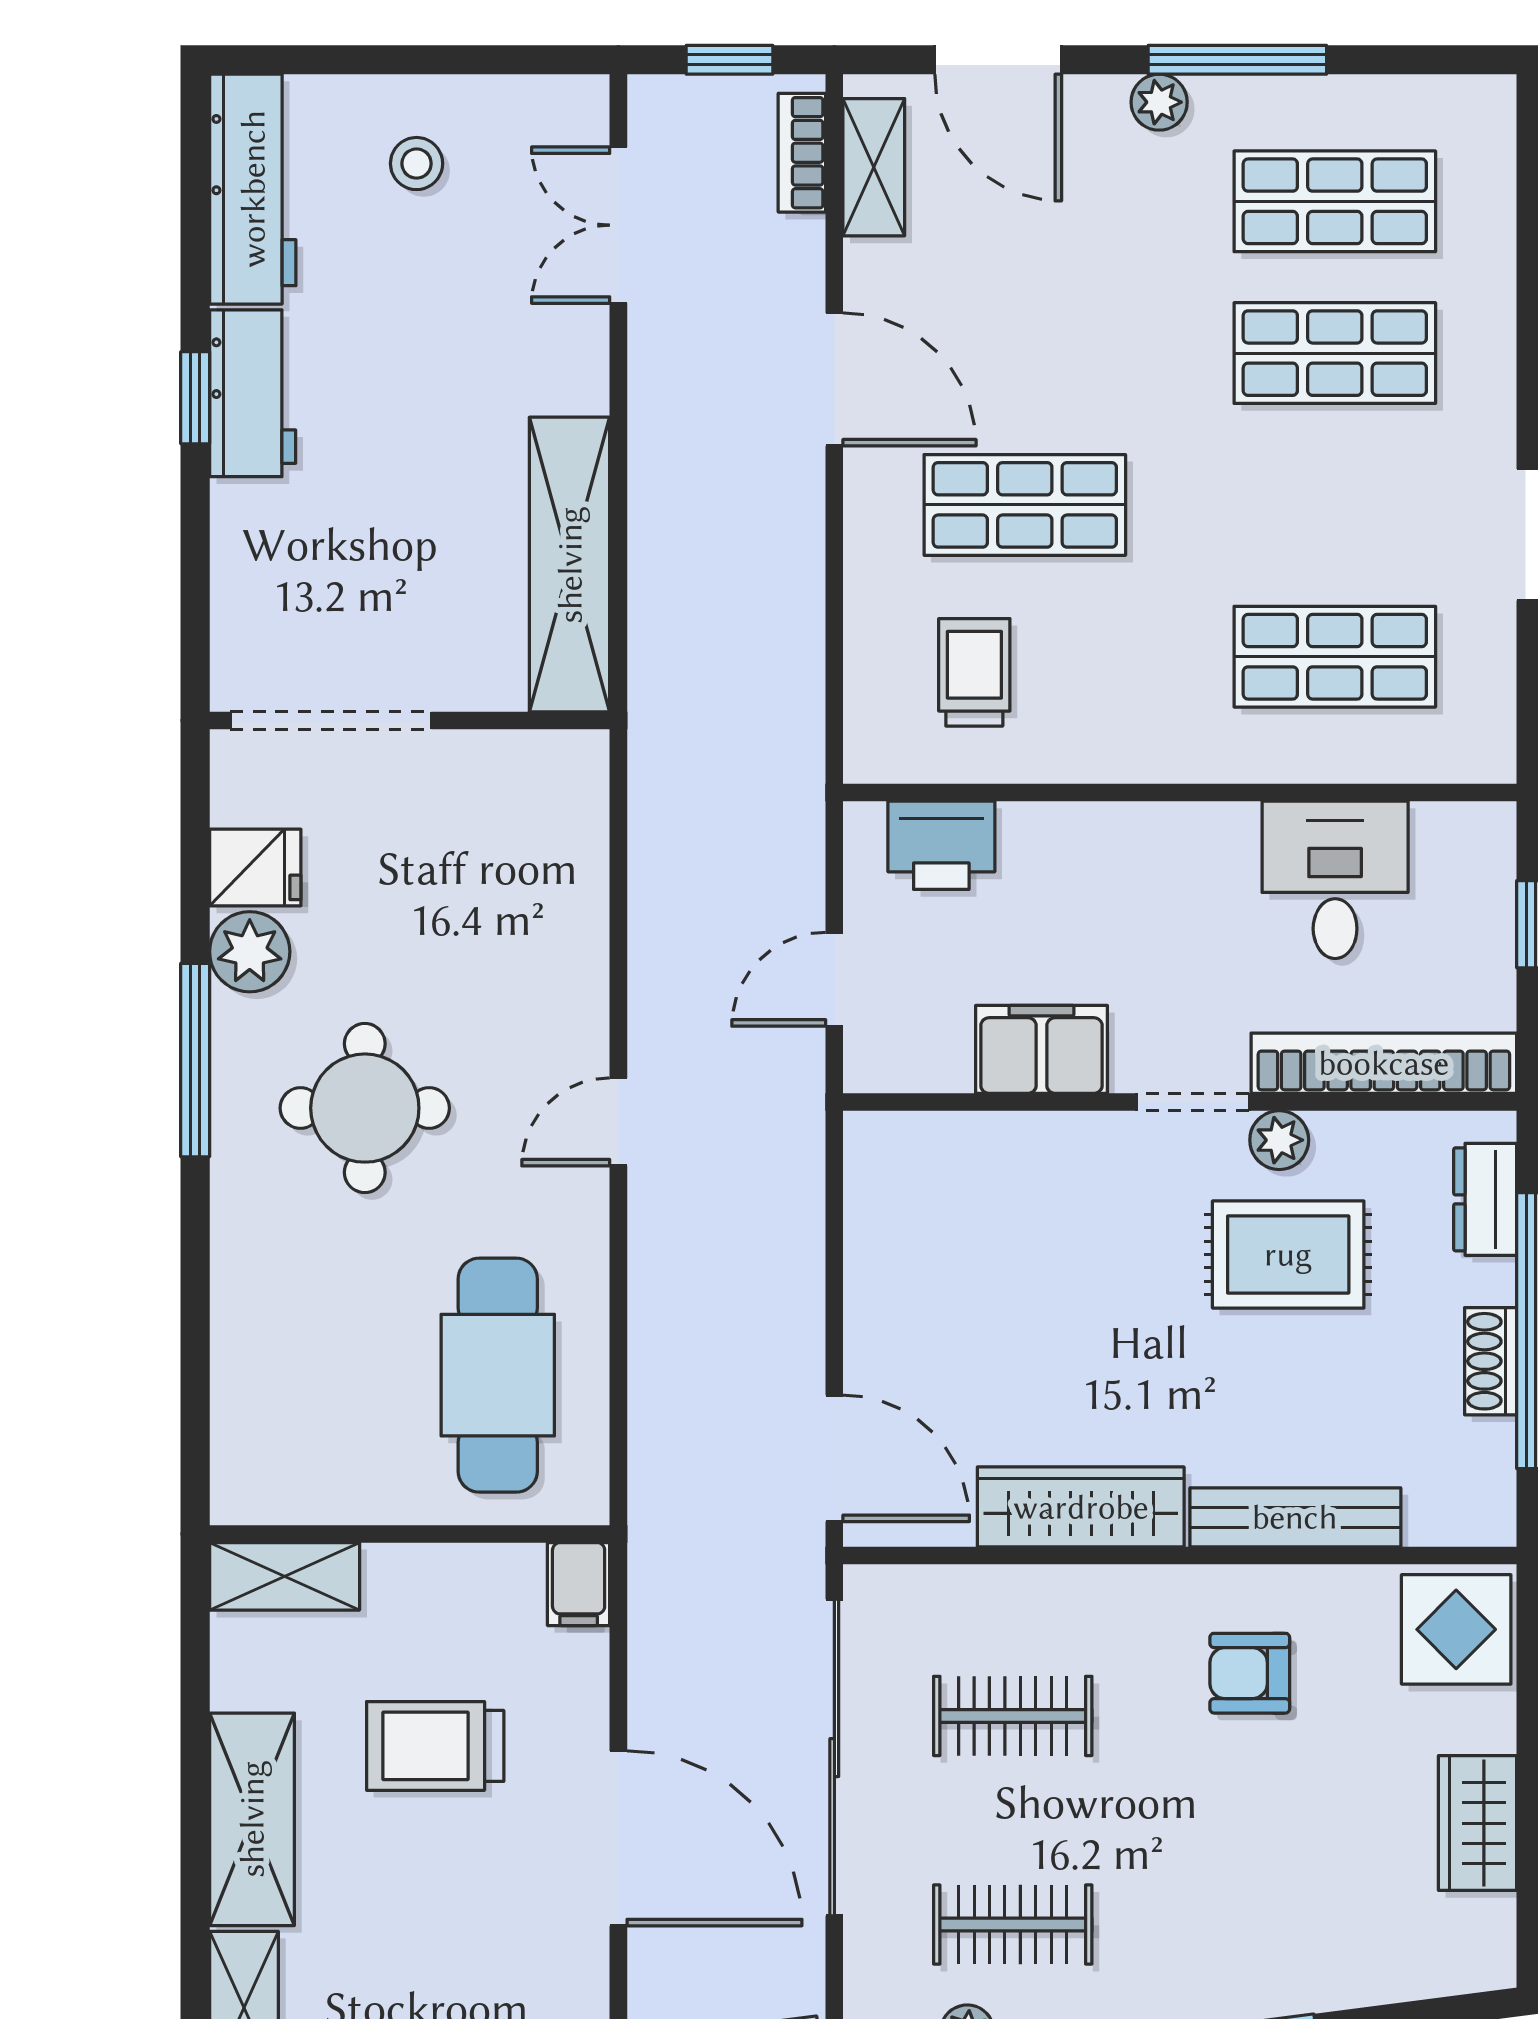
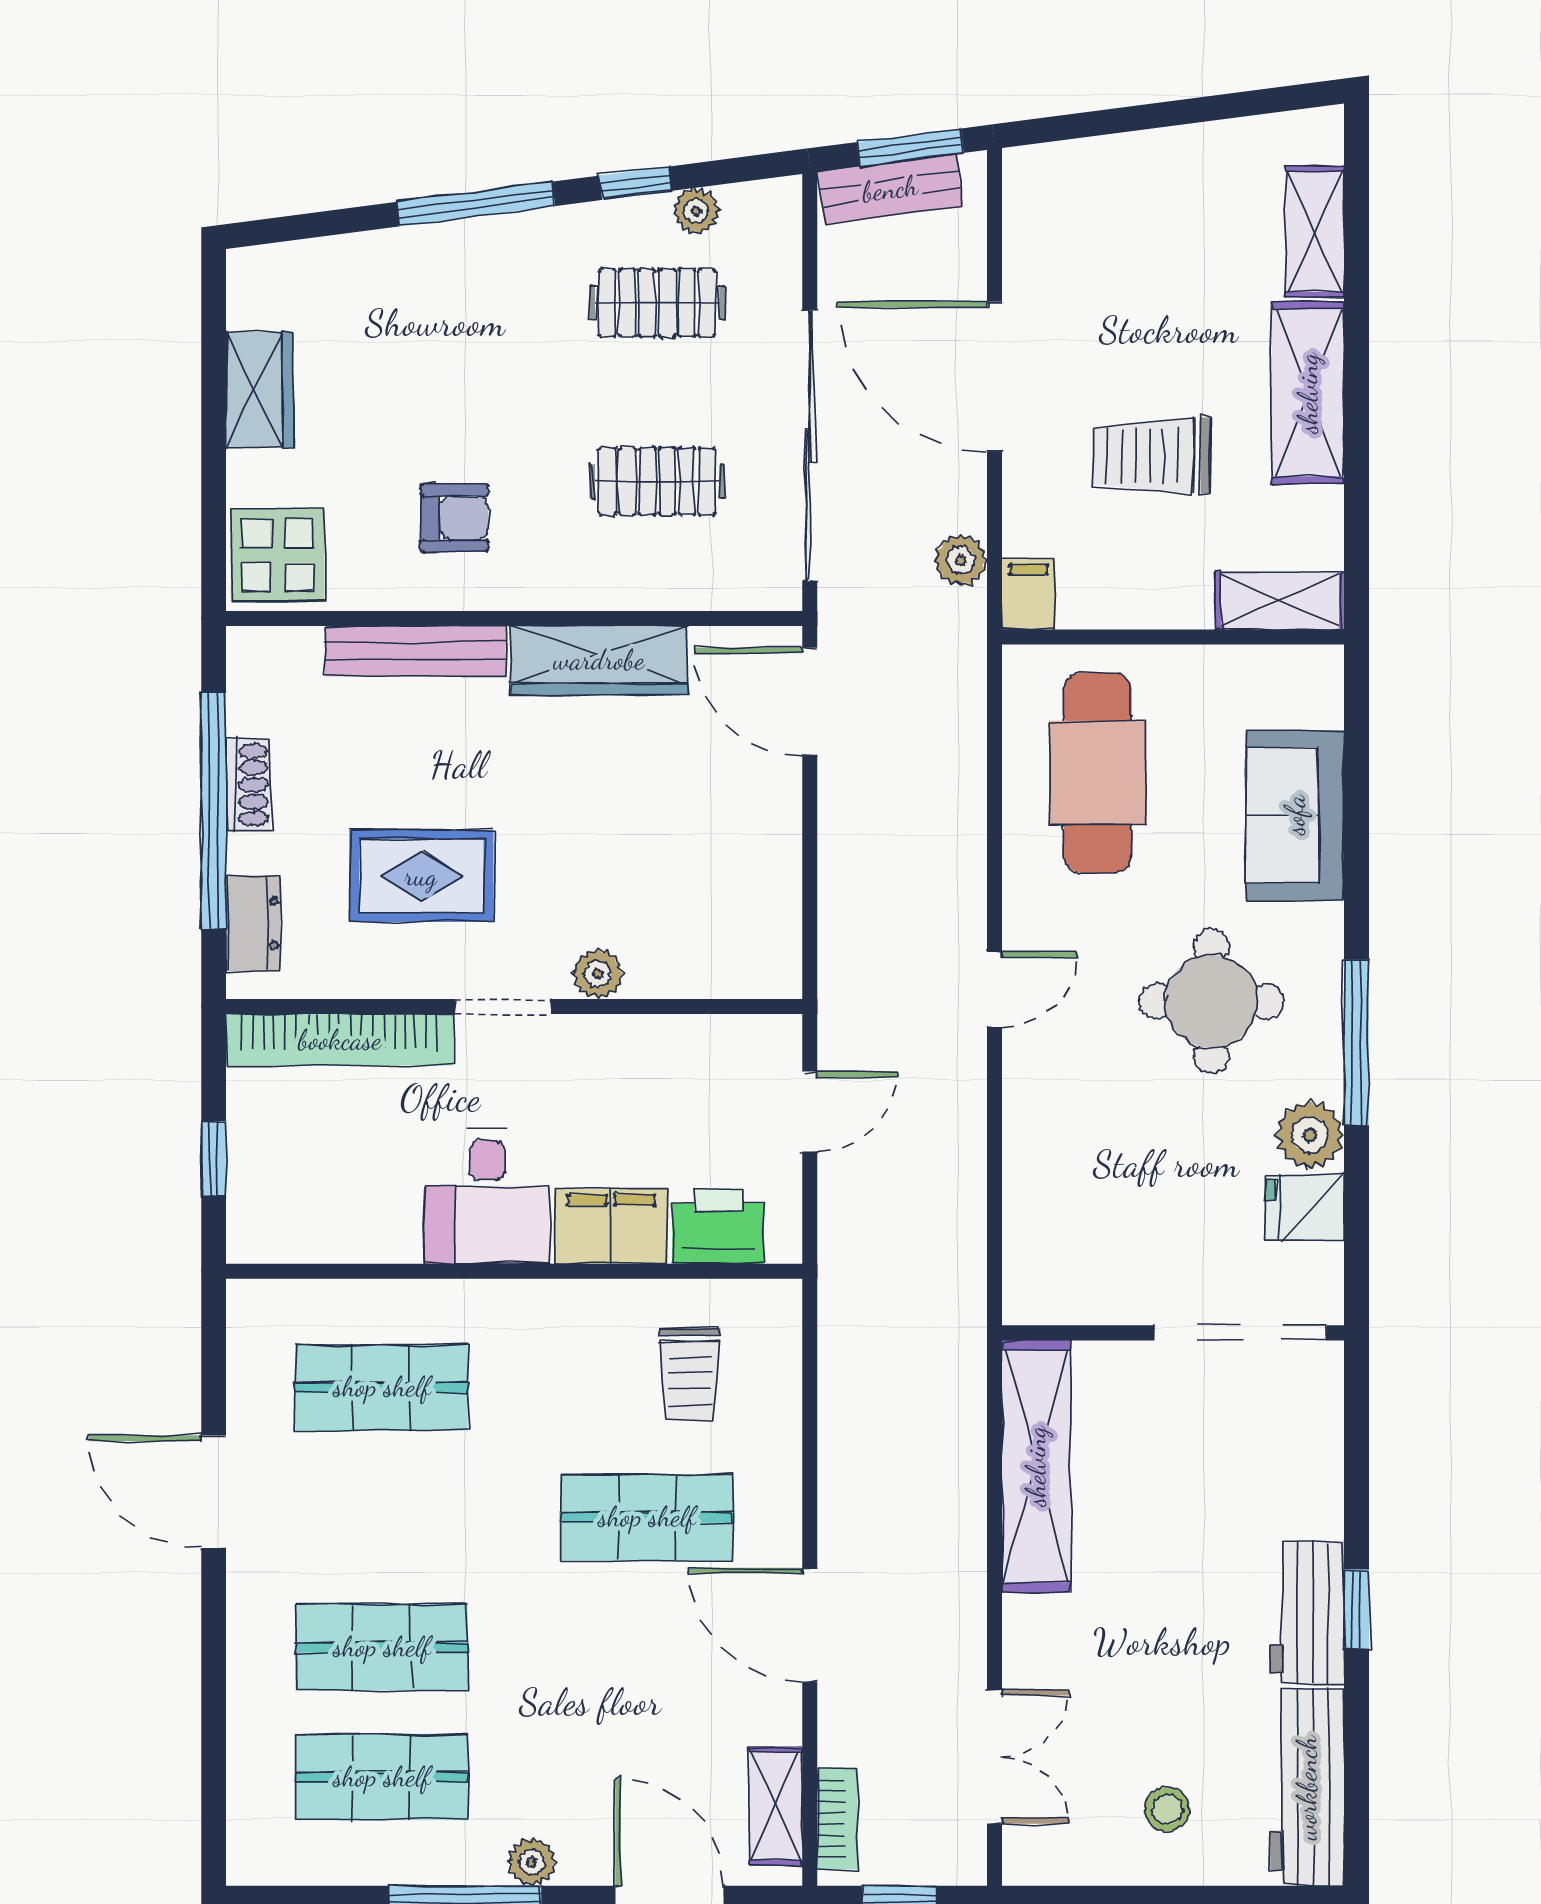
desk: (1335, 880) -> (487, 1197), moved
filing cabinet: (1041, 1049) -> (611, 1226), moved, turned 180
plant: (1279, 1140) -> (598, 974), moved
sofa: (267, 1326) -> (1295, 815), added
plant: (658, 1624) -> (961, 560), added
trolley: (435, 1746) -> (1151, 456), turned 180

